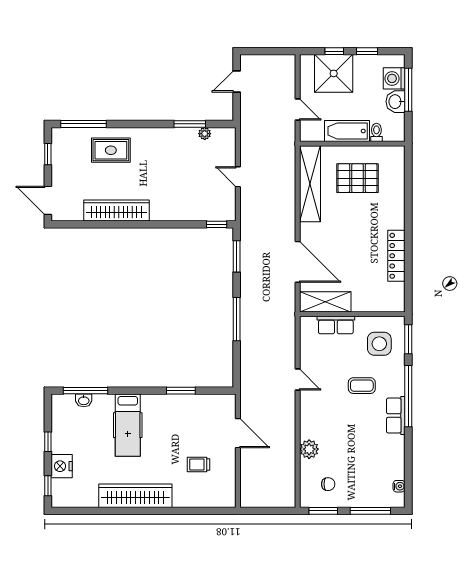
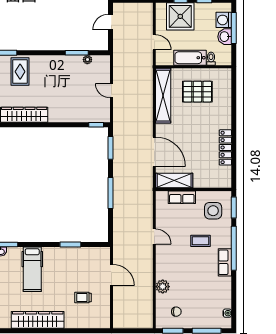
rug: (111, 150) -> (20, 72), turned 90

